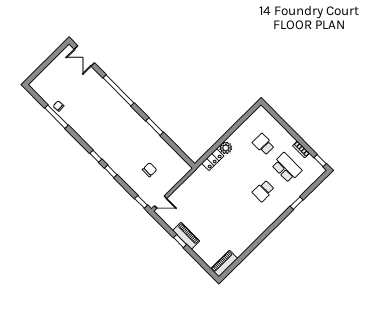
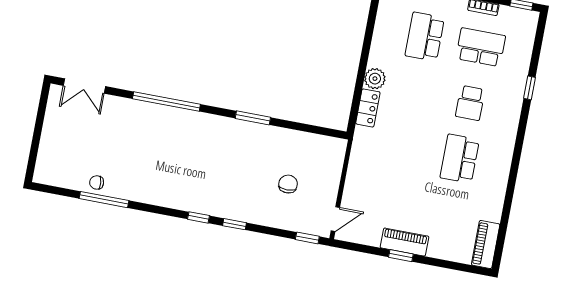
school desk: (263, 144) -> (425, 37), width x1.85
school desk: (240, 214) -> (460, 159), added

